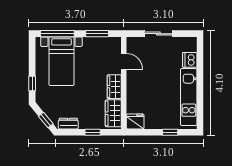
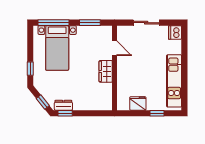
dishwasher: (190, 60) -> (175, 33), moved
wardrobe: (113, 113) -> (105, 96), removed
fridge: (135, 121) -> (138, 103), moved
window: (93, 132) -> (65, 113), moved

